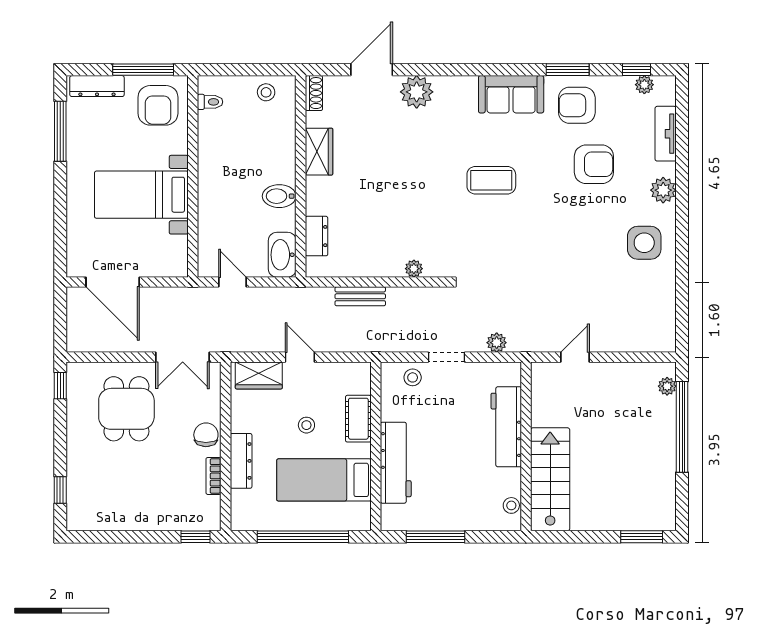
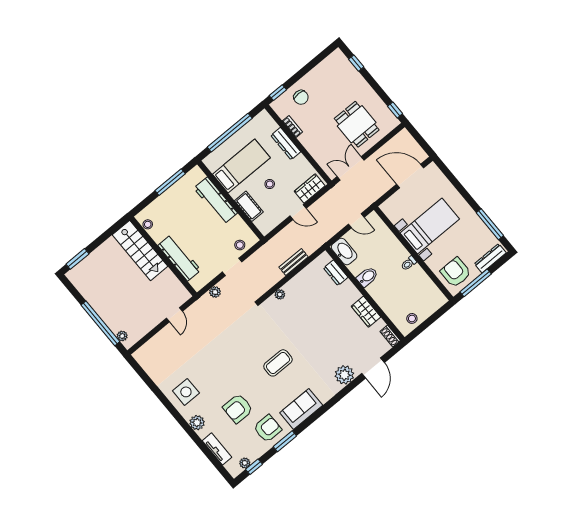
toilet: (210, 102) -> (409, 263), moved
chair: (206, 435) -> (301, 97), moved

